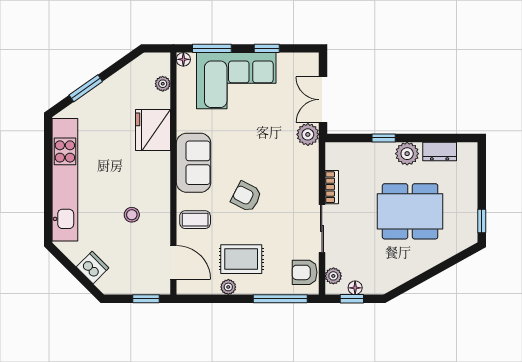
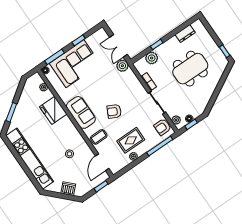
plant: (407, 154) -> (152, 58), moved
door: (173, 262) -> (102, 162), swing flipped

